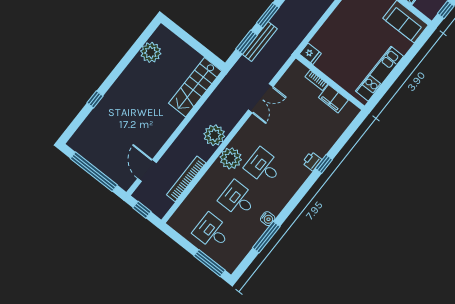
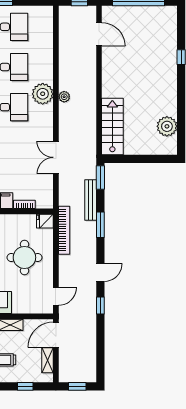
round table: (350, 37) -> (24, 257), added
window: (247, 42) -> (100, 178), moved
plant: (214, 135) -> (64, 97), width x0.53, depth x0.53
bookcase: (186, 179) -> (64, 230), moved

